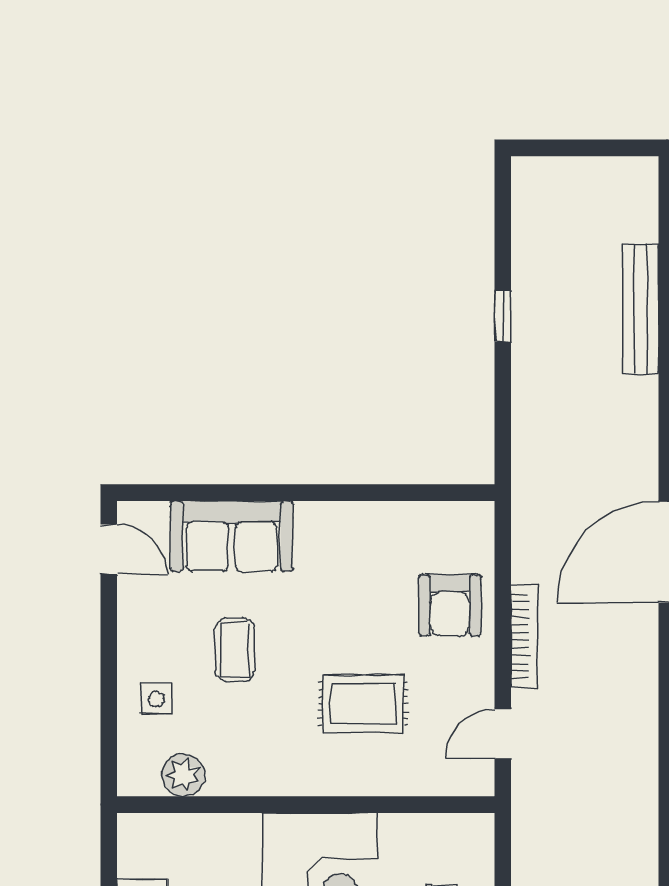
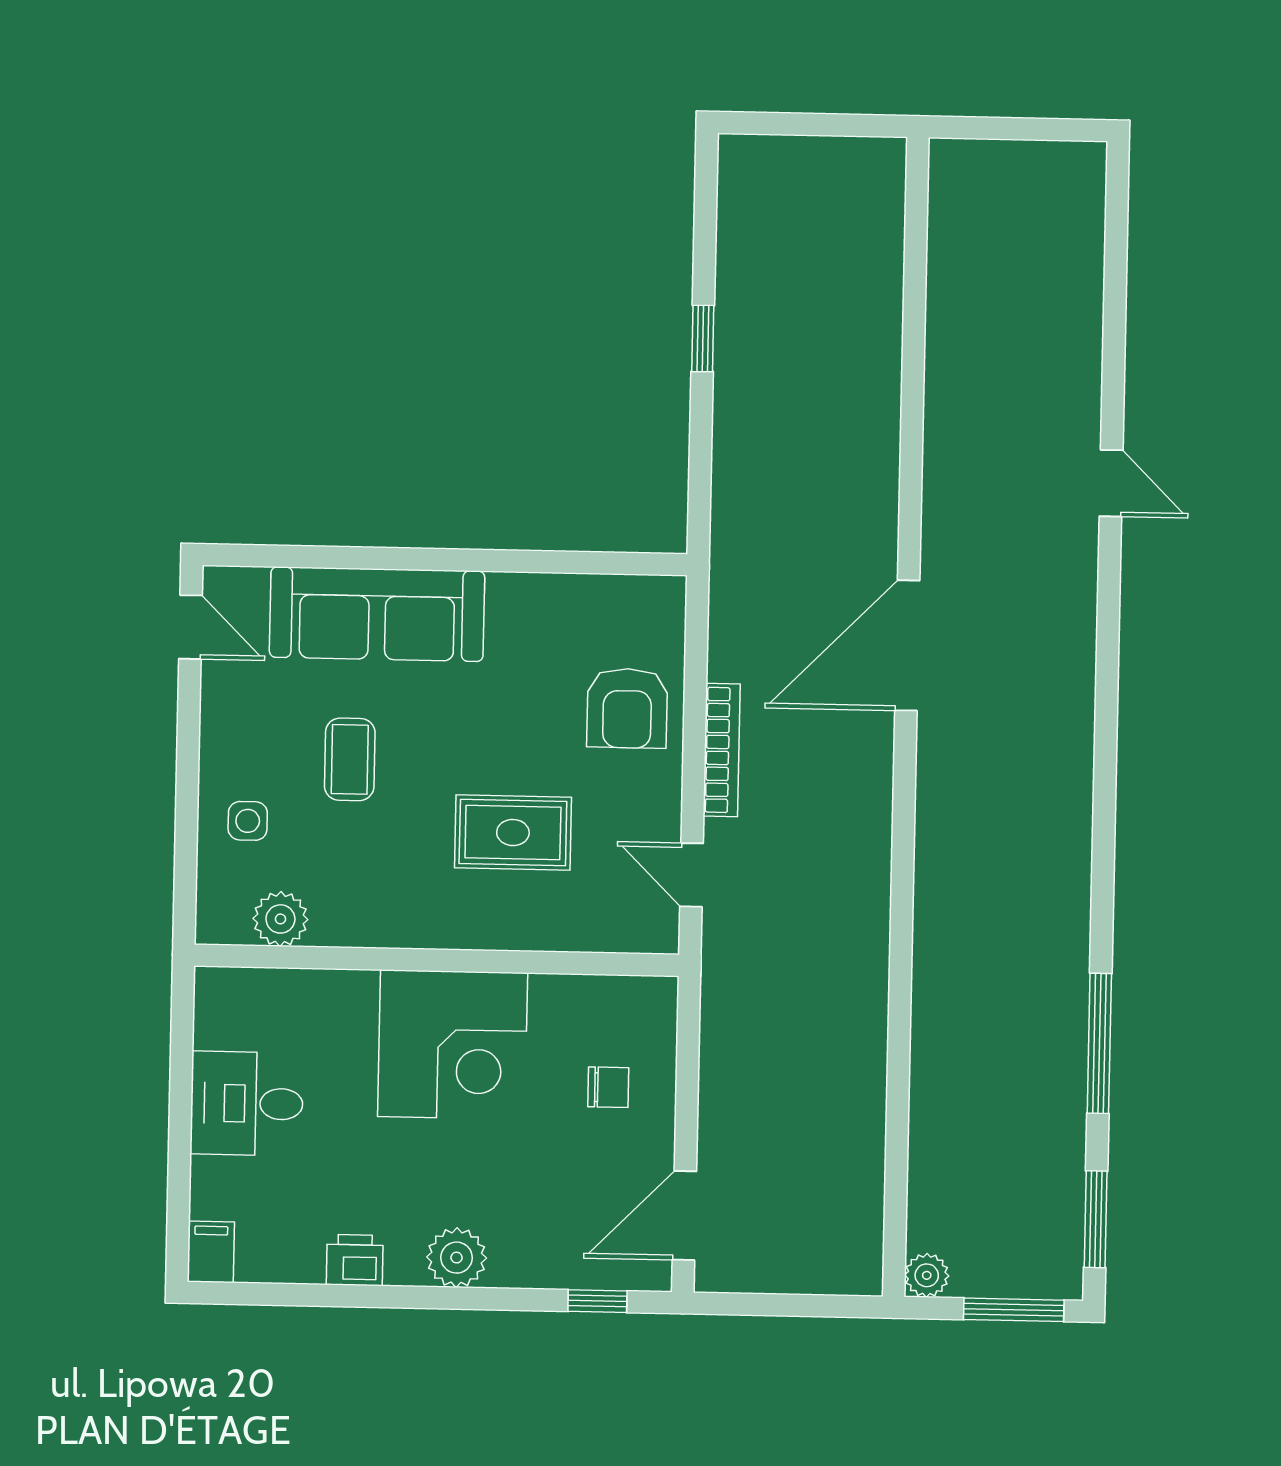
bench: (641, 309) -> (880, 333), removed
sofa: (232, 536) -> (377, 614), width x1.36
door: (503, 734) -> (692, 875), hinge flipped

